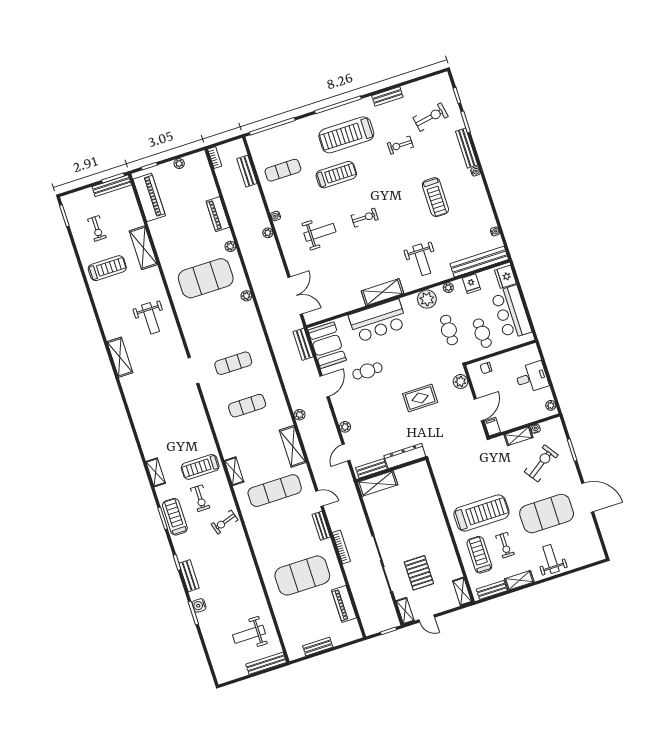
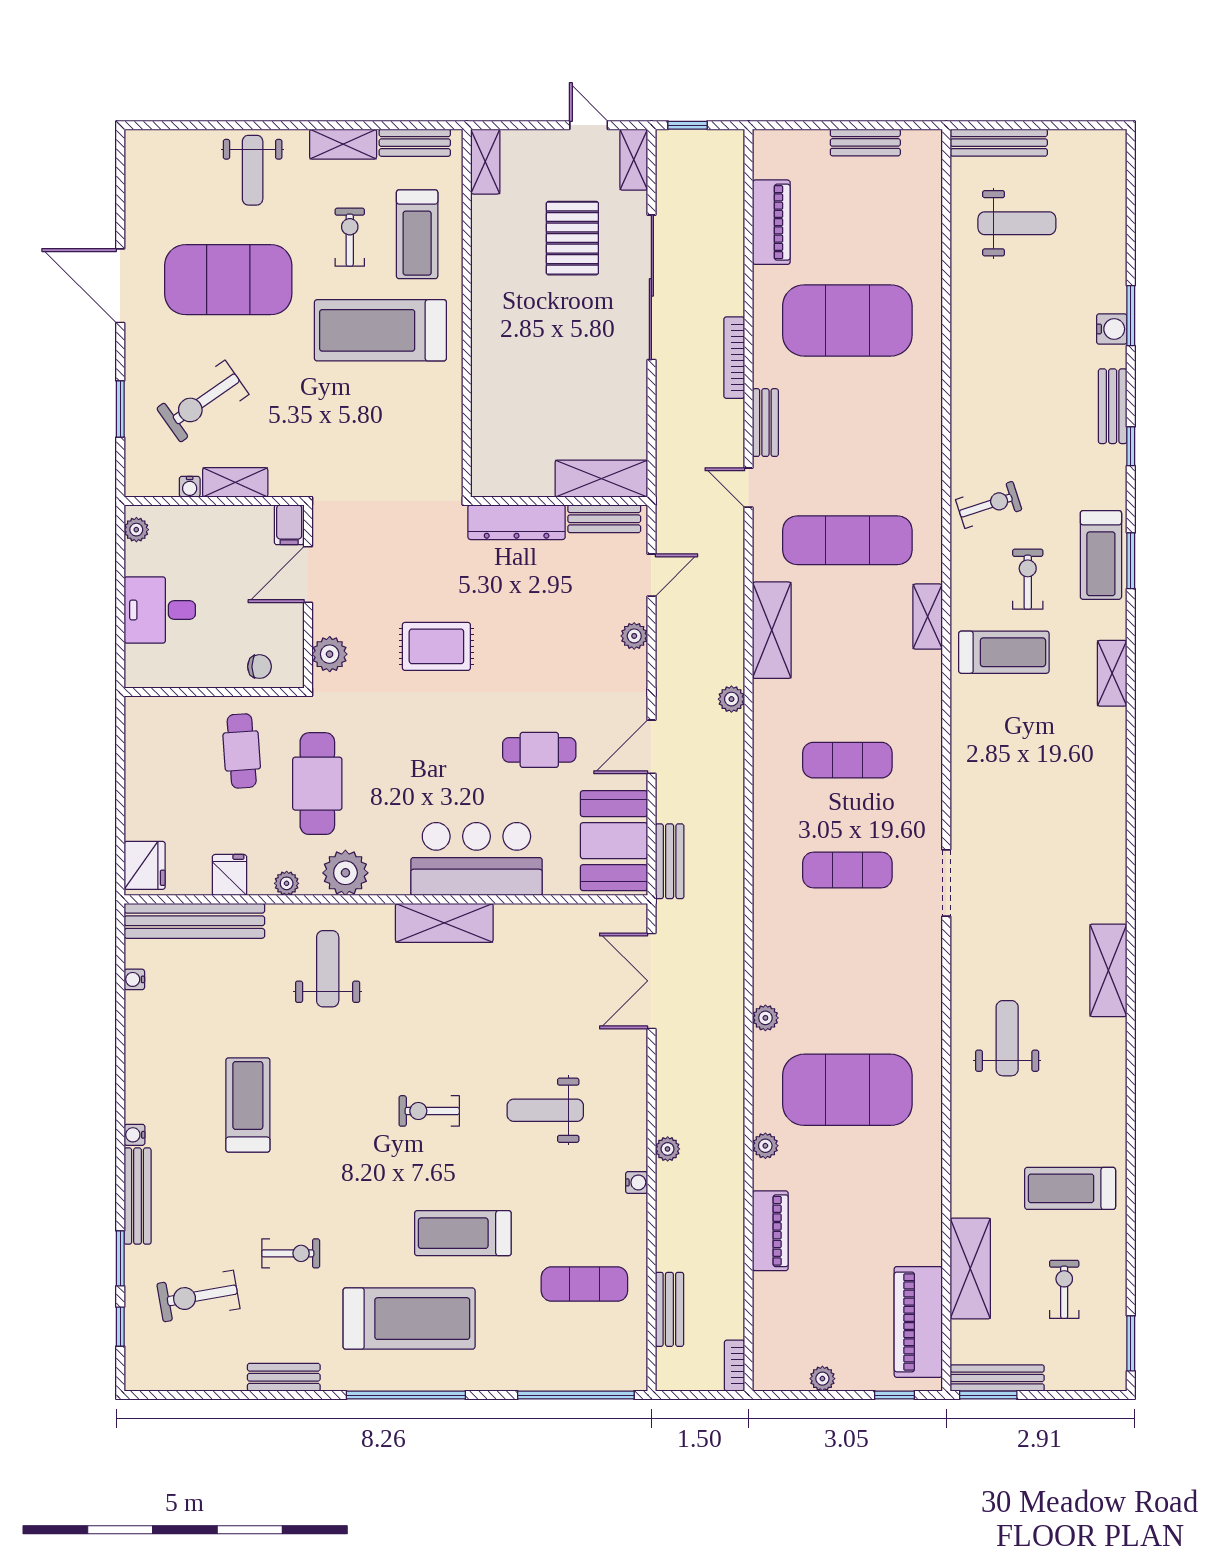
shelving: (143, 248) -> (970, 1269), moved
bar counter: (511, 312) -> (158, 777), removed
cafe table: (449, 330) -> (317, 784), width x1.37, depth x1.35

